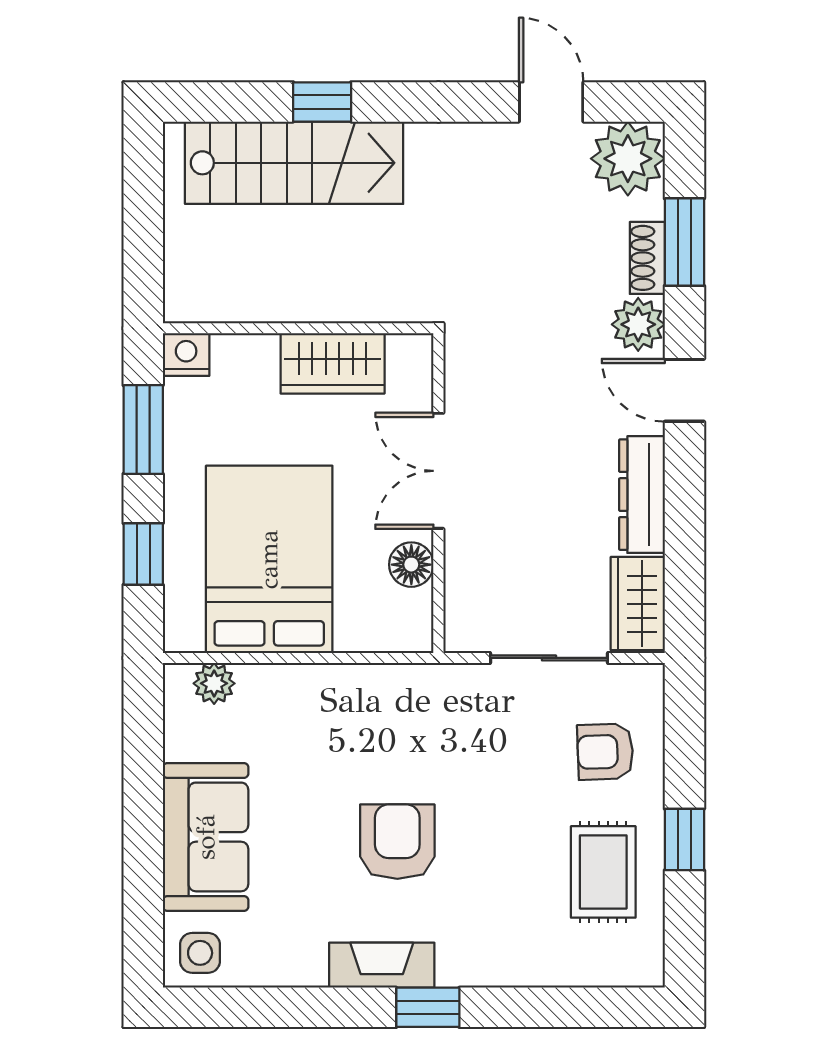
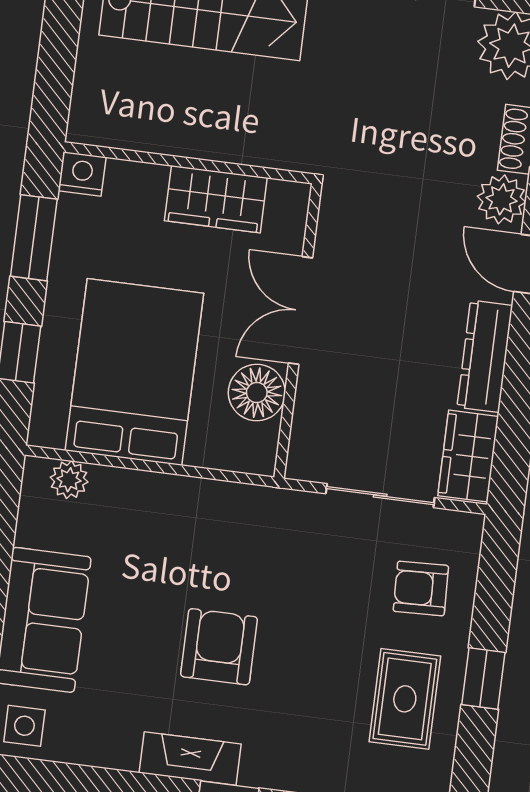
floor lamp: (411, 565) -> (257, 393), width x1.38, depth x1.38

